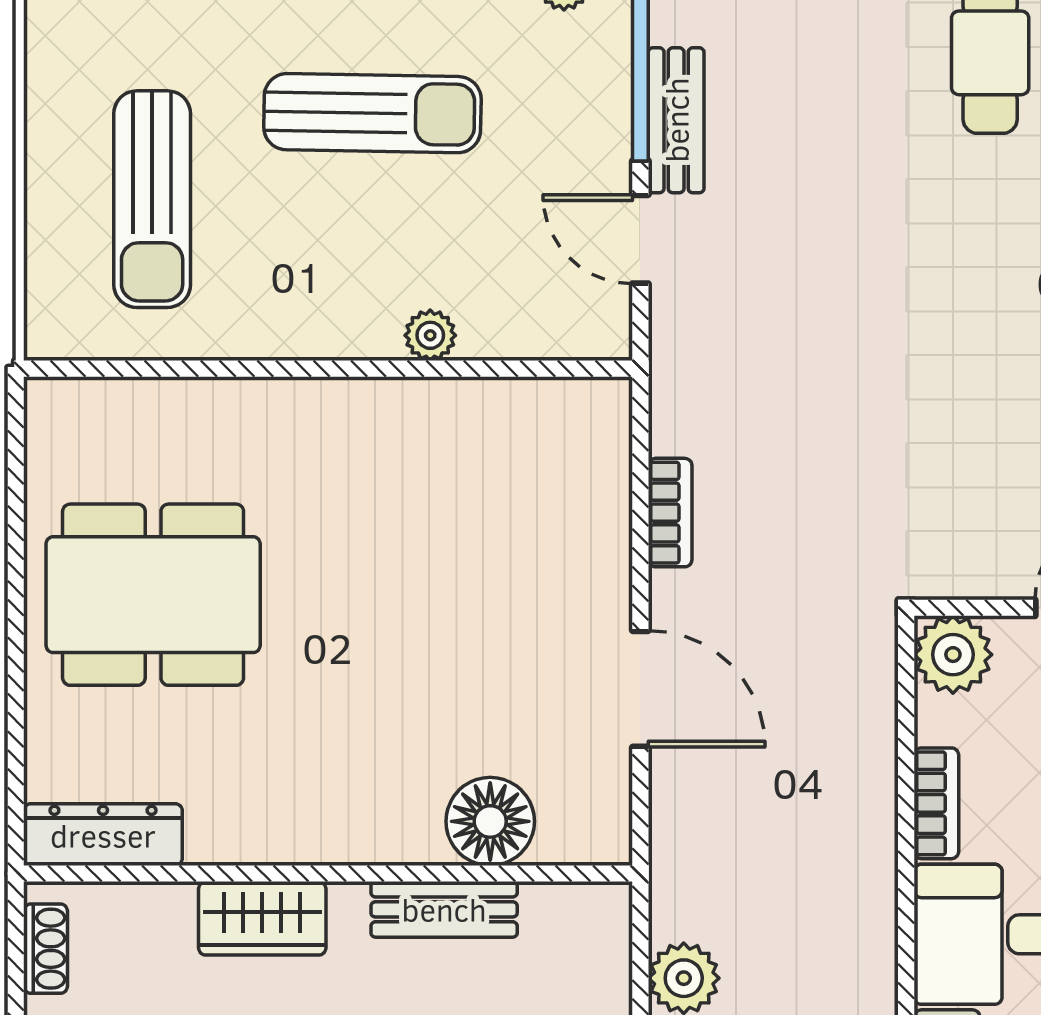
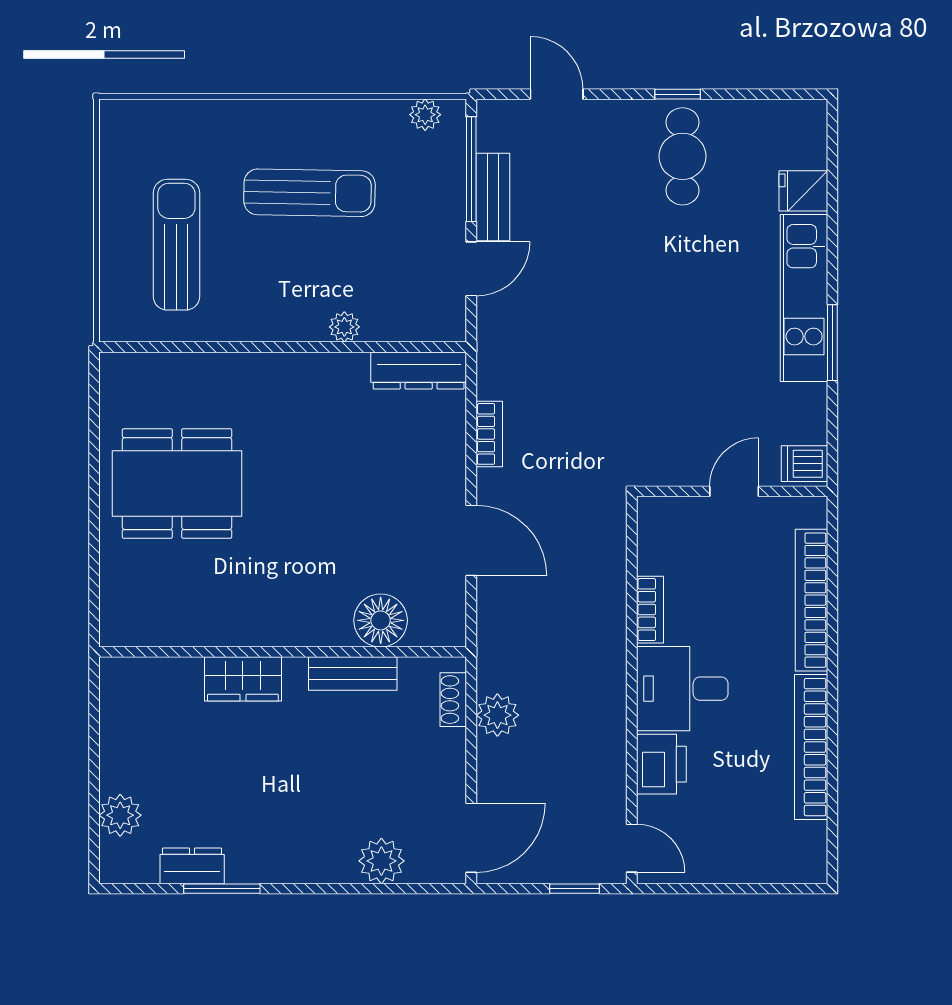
sun lounger: (152, 199) -> (176, 245), turned 180
door: (640, 239) -> (471, 269), swing flipped
plant: (953, 655) -> (660, 520), removed
dresser: (103, 835) -> (419, 371), moved, turned 180
shoe rack: (46, 949) -> (453, 700), moved, turned 180

